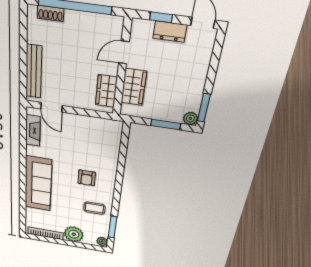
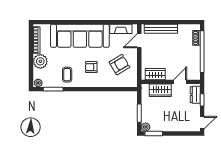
dresser: (170, 32) -> (195, 95), moved
door: (124, 52) -> (180, 82), hinge flipped
armchair: (86, 141) -> (120, 65), added
sofa: (38, 184) -> (80, 36), width x1.36, depth x1.27

